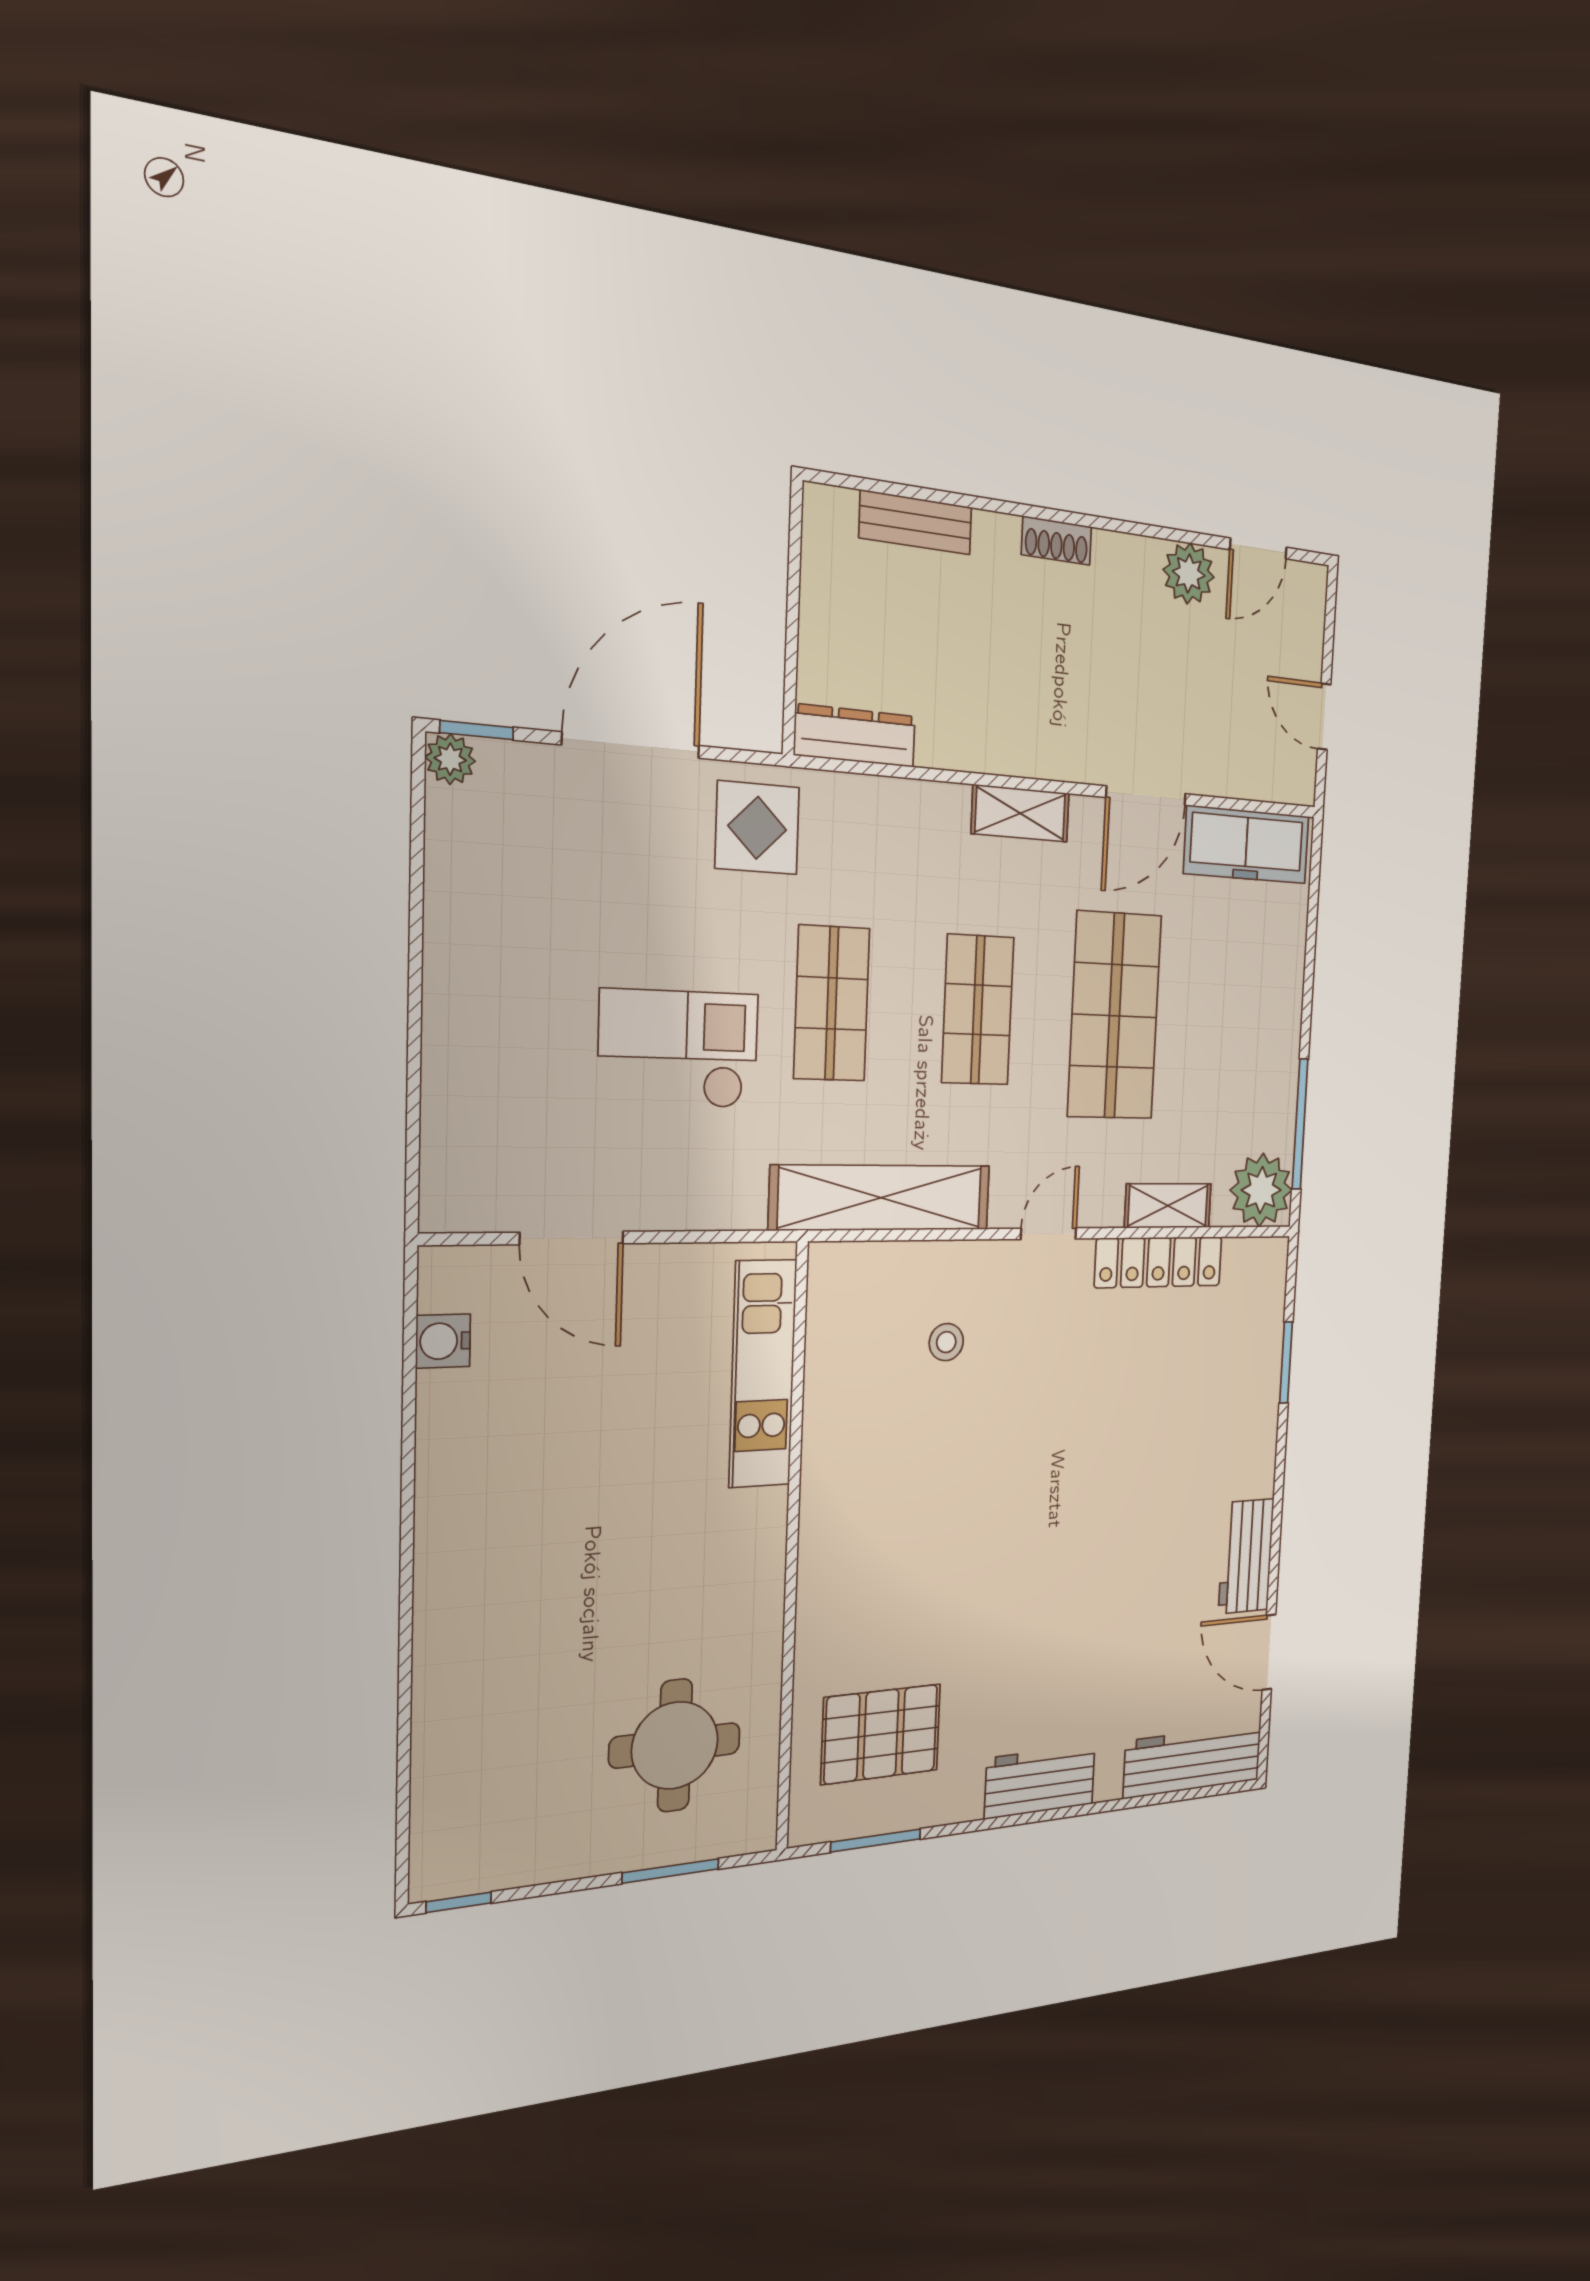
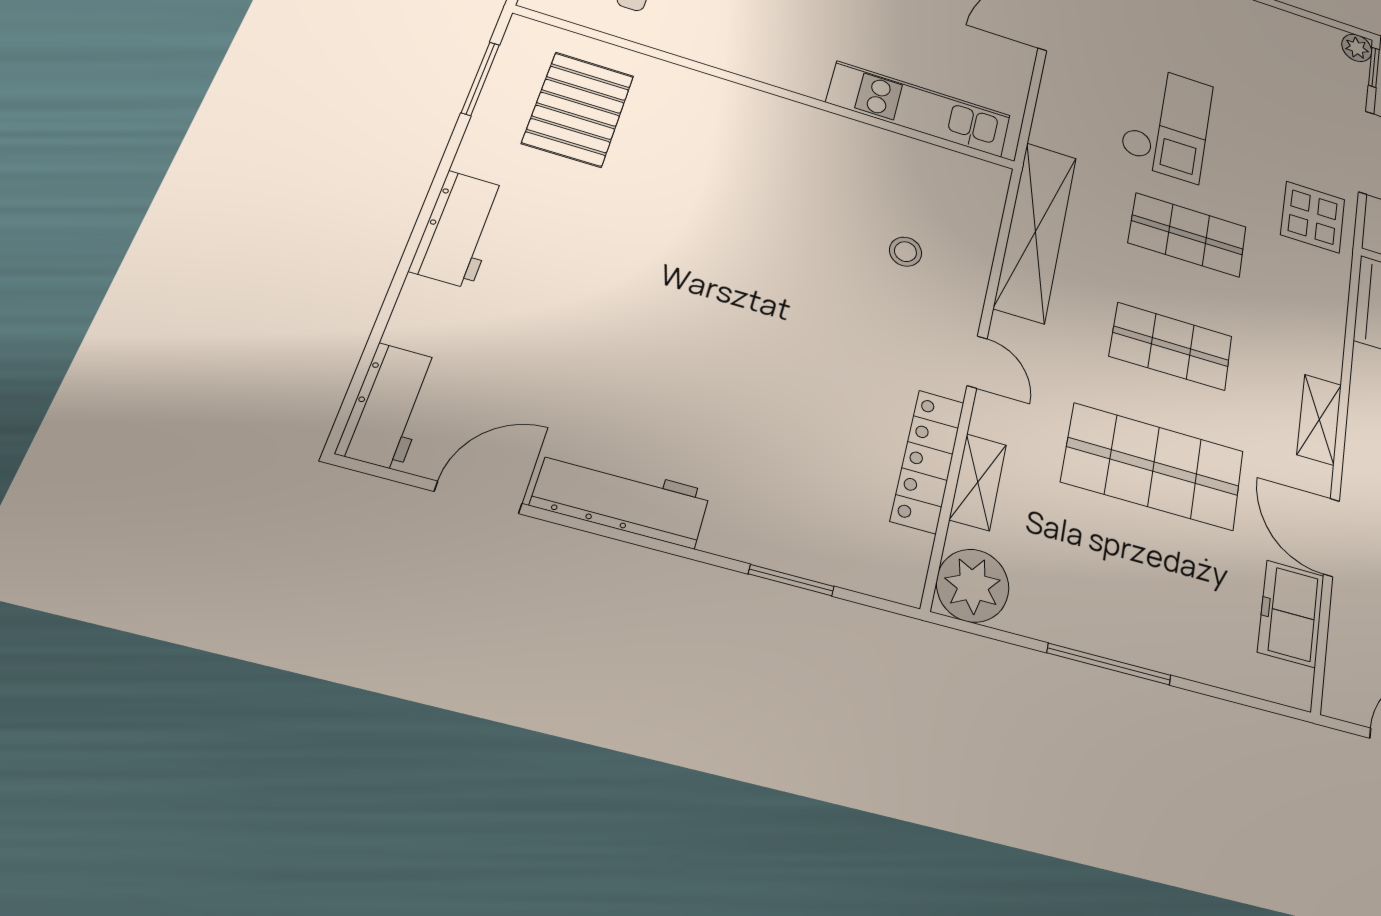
freezer: (1247, 845) -> (1291, 614), width x0.71
window: (1300, 1124) -> (1109, 664), moved
workbench: (1246, 1556) -> (621, 499), width x1.38
workbench: (1193, 1761) -> (389, 406), width x0.73

